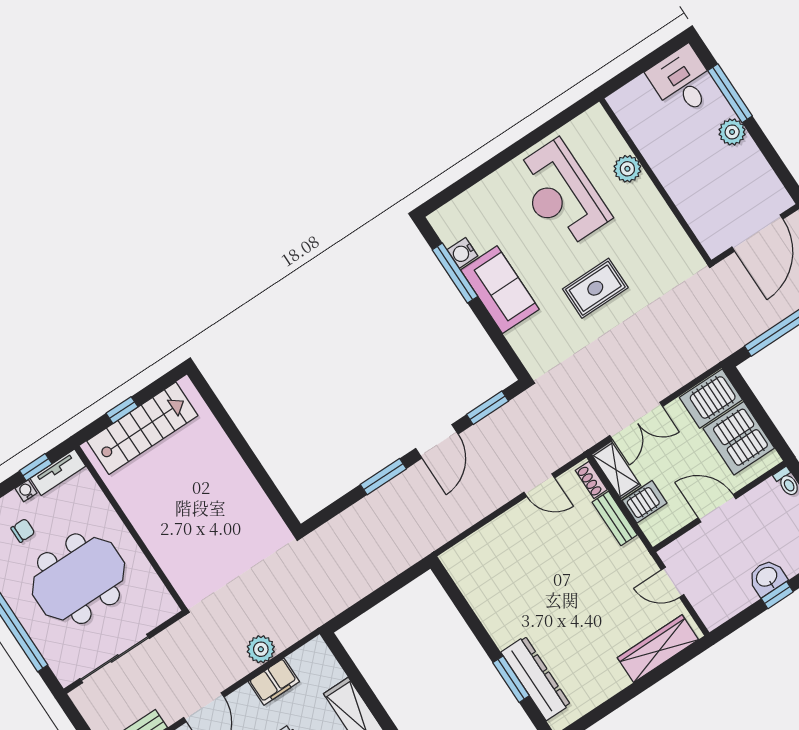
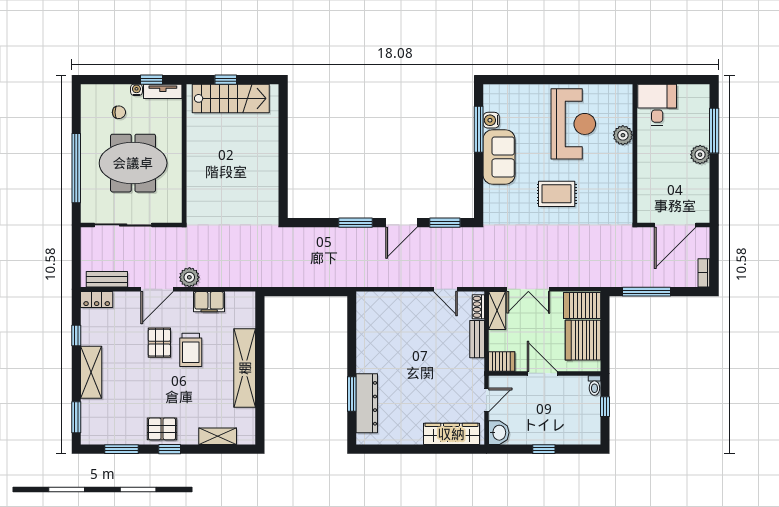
desk: (682, 82) -> (657, 105), moved
reception desk: (561, 194) -> (573, 124), turned 180
server rack: (644, 502) -> (502, 361), moved
washbasin: (767, 577) -> (499, 433), moved, turned 90
door: (672, 582) -> (486, 400), swing flipped
plant: (261, 649) -> (189, 277), moved

